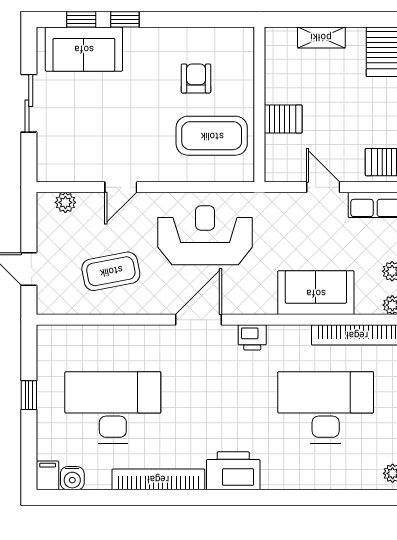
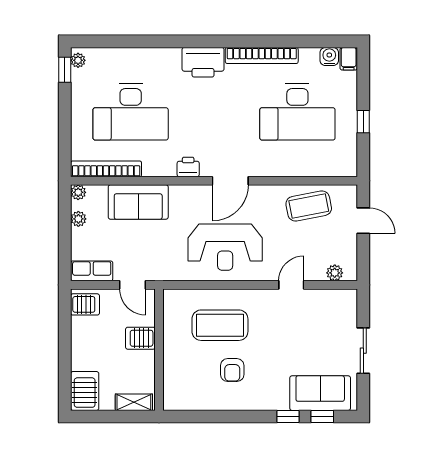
wall: (259, 104) -> (159, 350), moved
server rack: (283, 119) -> (140, 338), moved
coffee table: (111, 271) -> (309, 206), moved

